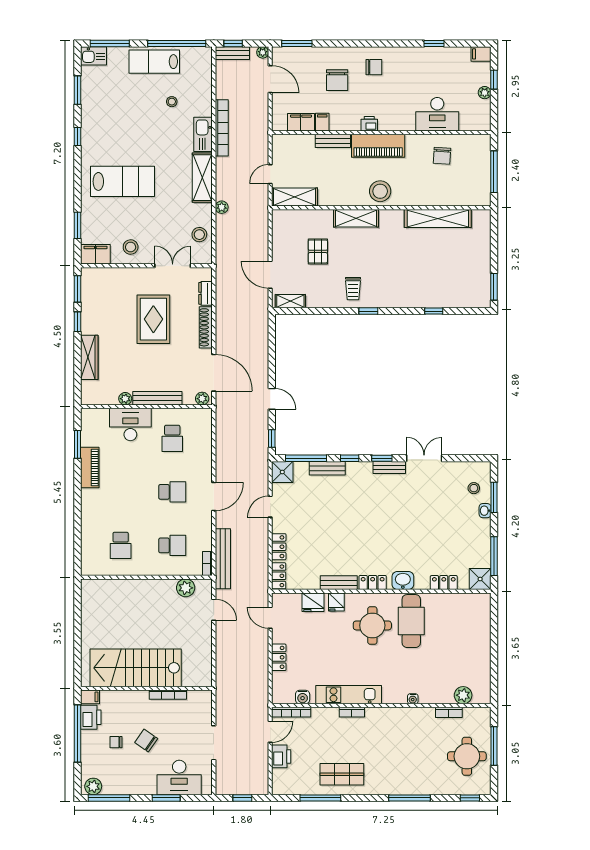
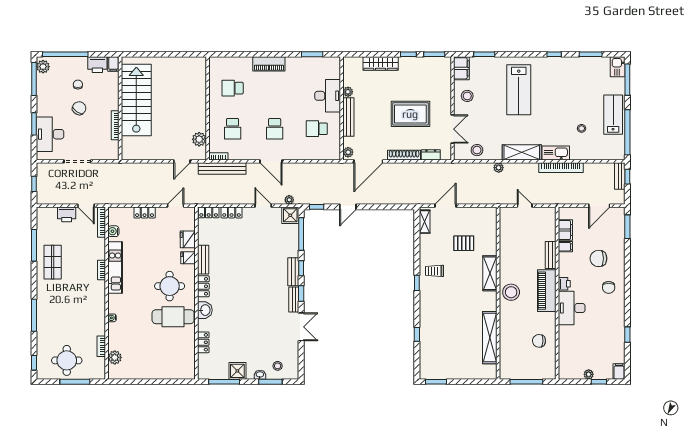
plant: (263, 52) -> (289, 200), moved
desk: (437, 114) -> (572, 308), moved
shelving: (295, 197) -> (507, 225), removed
piano: (90, 467) -> (269, 64), moved
bench: (327, 468) -> (293, 272), moved
shower: (480, 579) -> (237, 371), moved
window: (78, 733) -> (65, 54), moved

